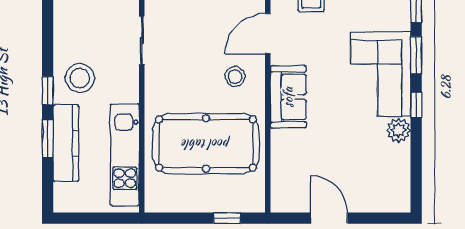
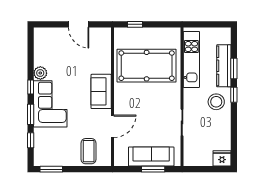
stool: (235, 76) -> (130, 103), removed

